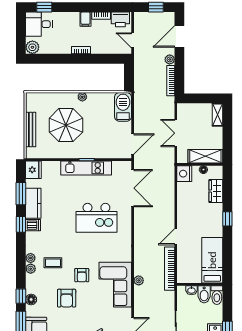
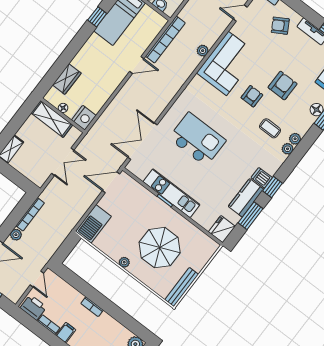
bench: (31, 129) -> (182, 287), moved
window: (227, 219) -> (97, 17), moved

